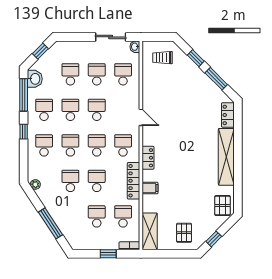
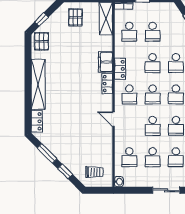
sliding door: (111, 37) -> (166, 190), moved
locker: (134, 181) -> (120, 69), width x0.66
filing cabinet: (150, 188) -> (105, 62), width x2.00
window: (214, 239) -> (41, 20), moved

